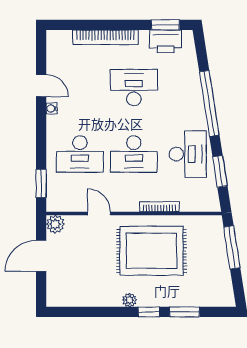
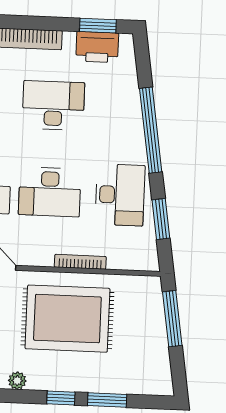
plant: (130, 300) -> (17, 381), moved

